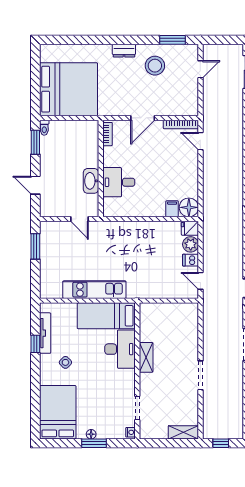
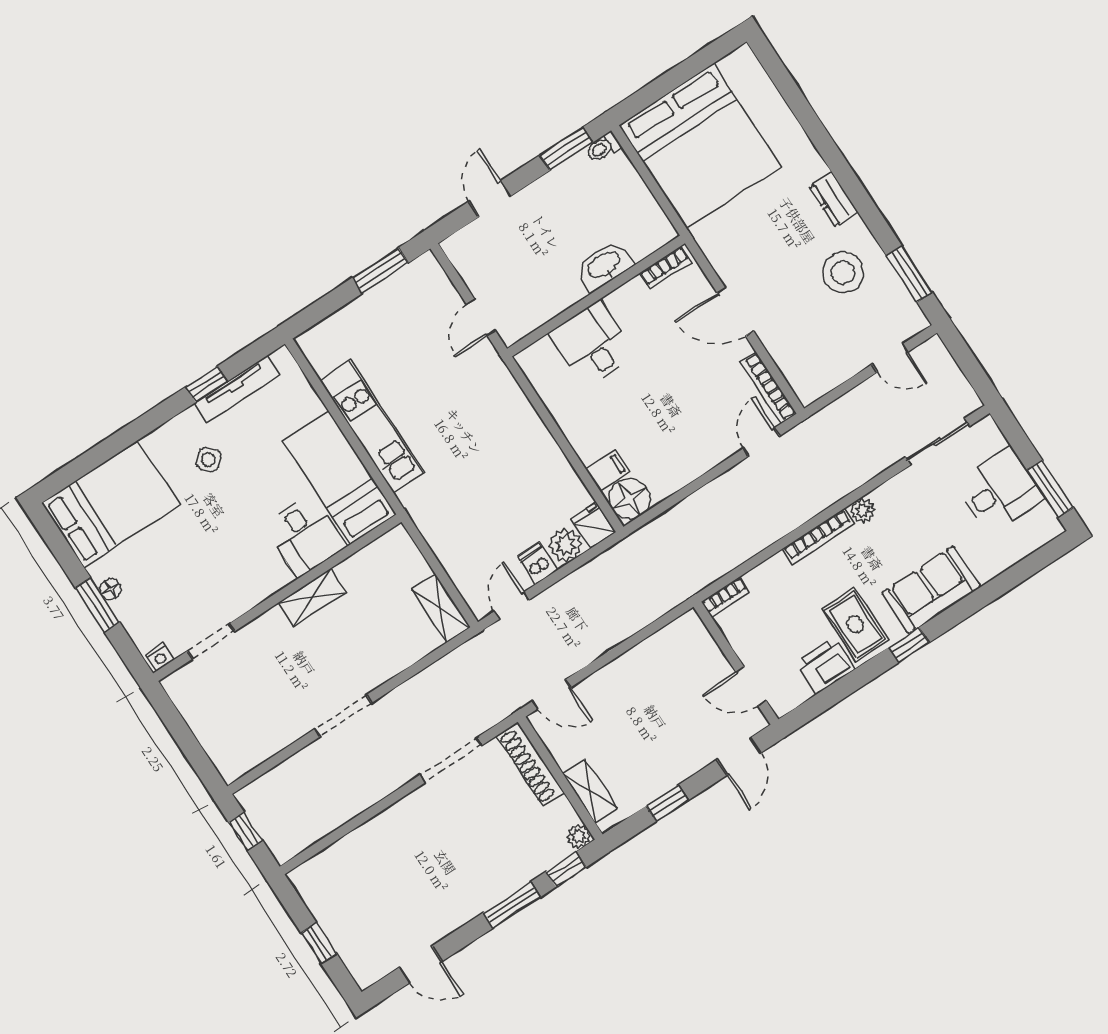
washbasin: (91, 181) -> (604, 266), moved
desk: (120, 349) -> (305, 535), width x0.73
shelving: (183, 432) -> (441, 608), moved

